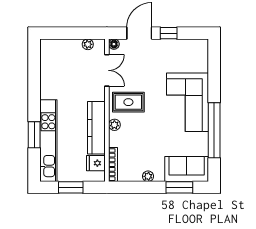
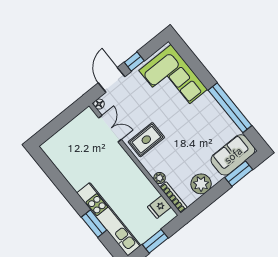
plant: (88, 44) -> (79, 120), removed
corner sofa: (188, 102) -> (173, 80), moved
plant: (114, 125) -> (160, 178), moved
kitchen counter: (96, 128) -> (138, 179), removed
plant: (148, 176) -> (201, 184), width x1.88, depth x1.88

